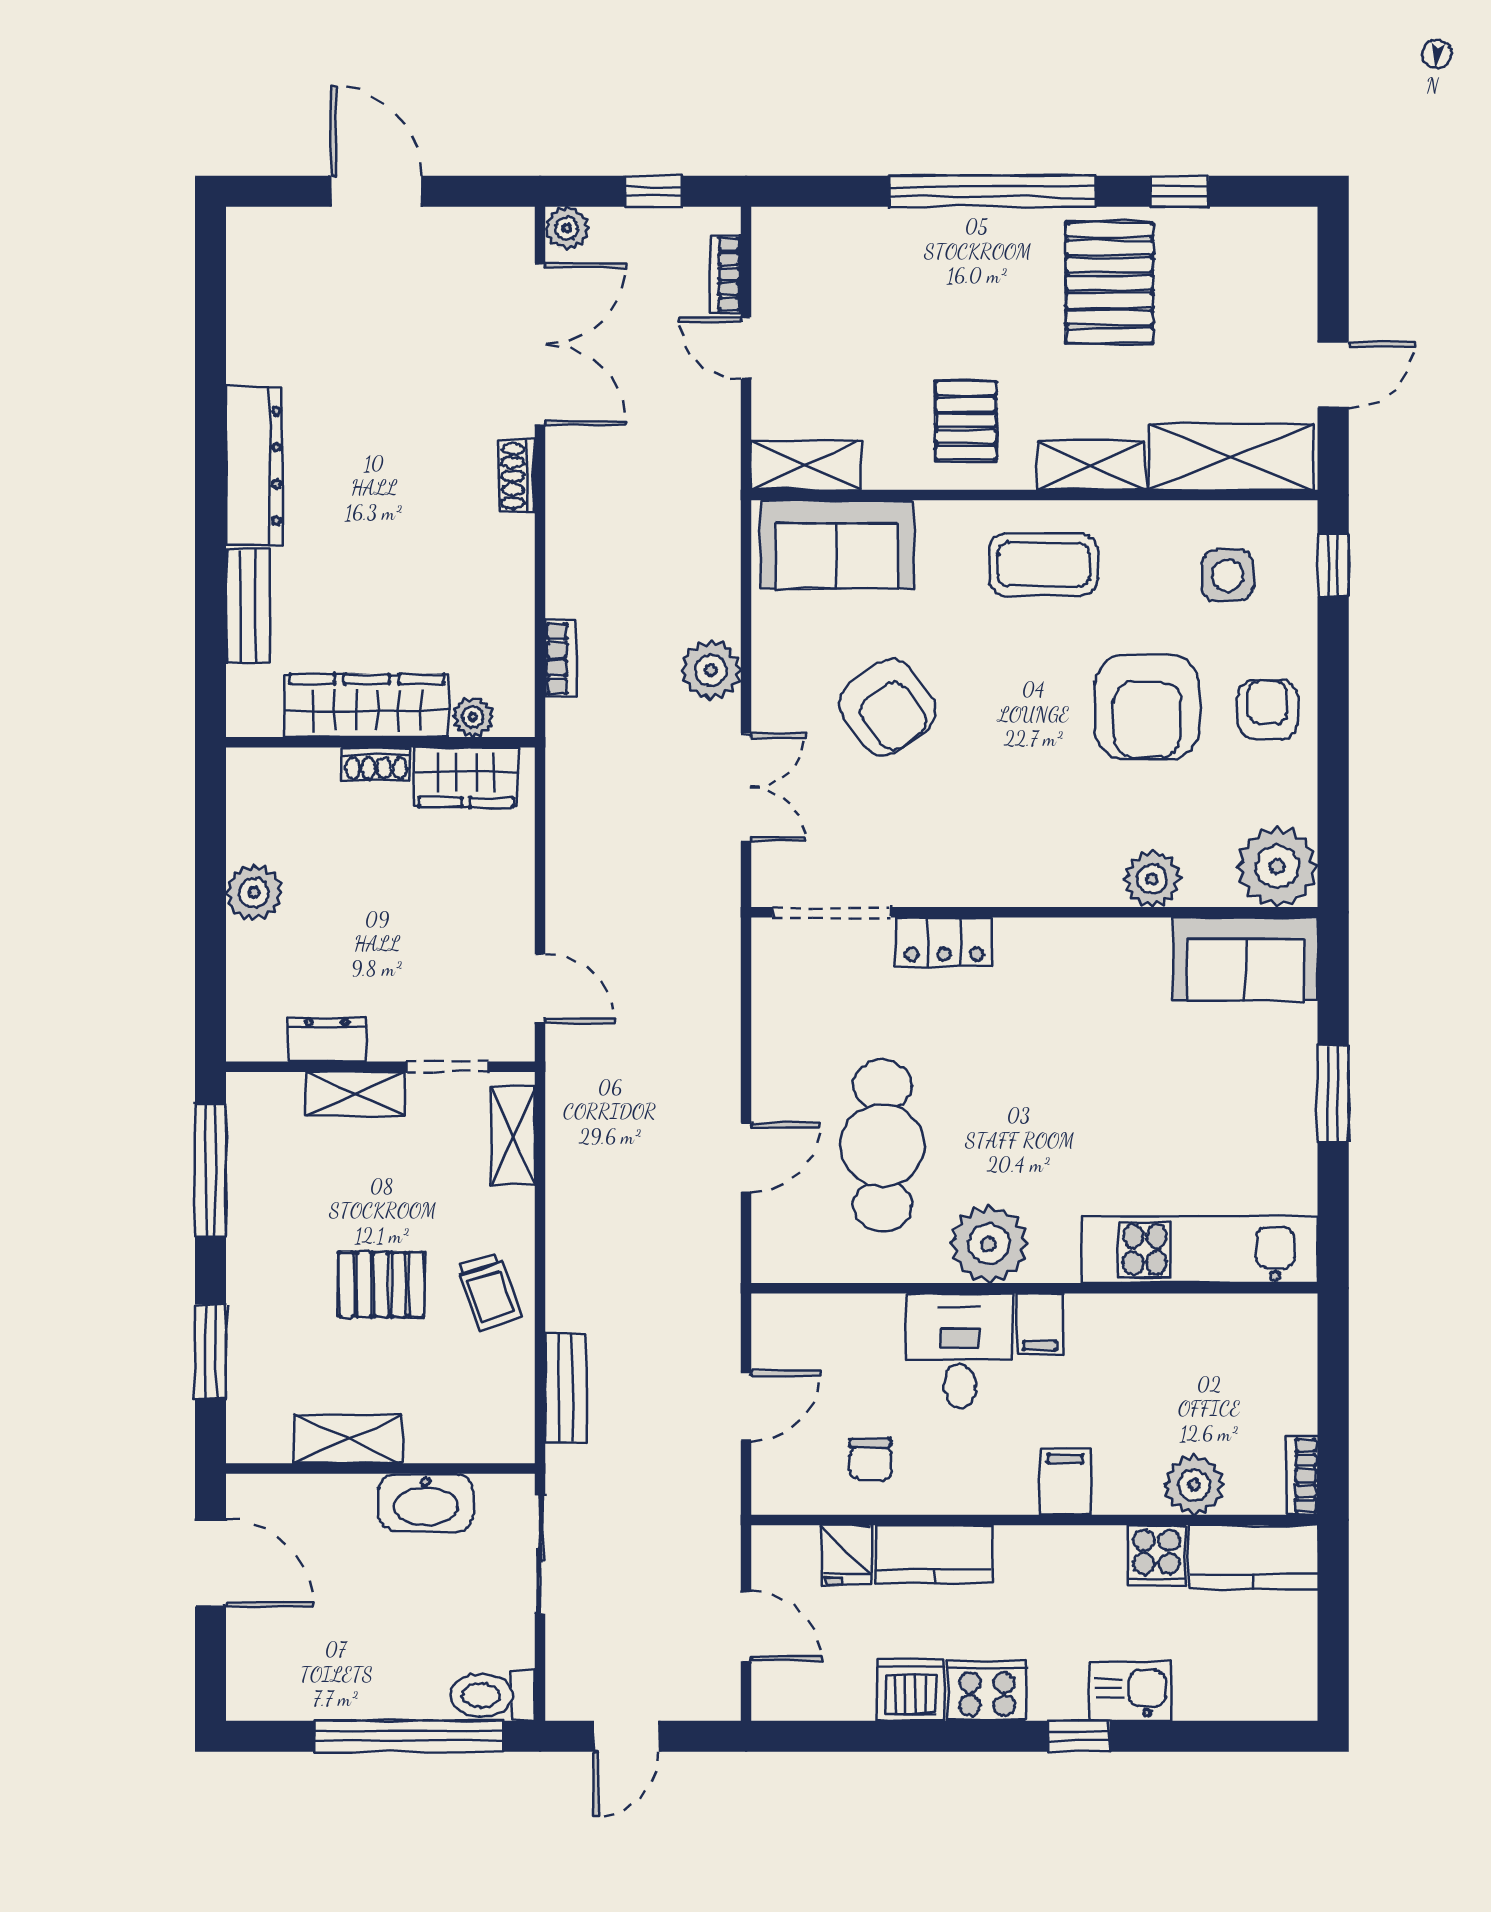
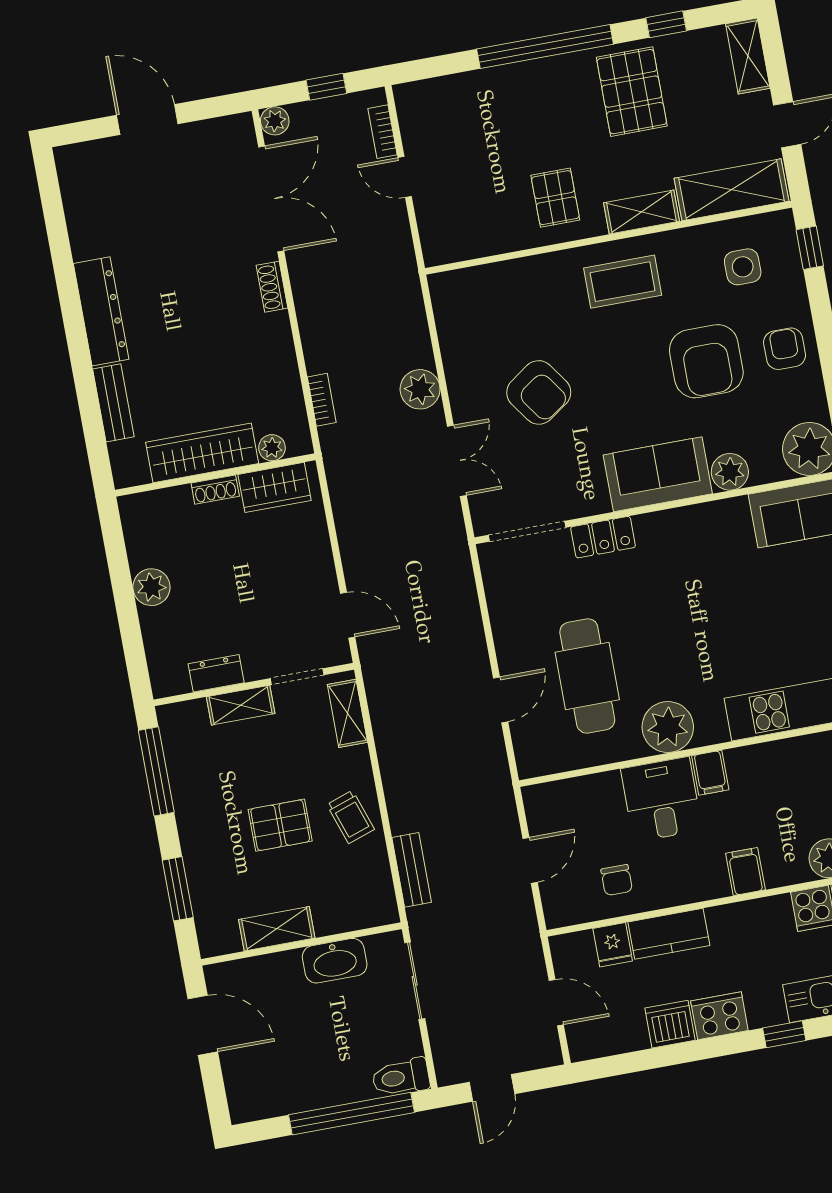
shelving: (806, 465) -> (748, 56), moved, turned 90
sofa: (837, 544) -> (658, 474), moved, turned 180

